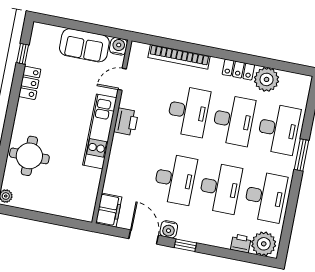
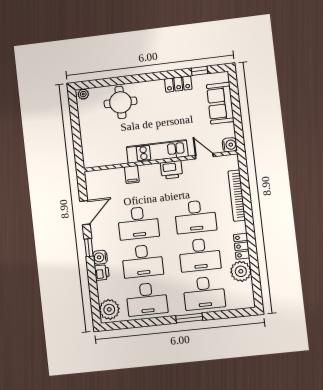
sofa: (84, 45) -> (220, 103), moved
filing cabinet: (109, 210) -> (132, 174), moved, width x0.50
water cooler: (169, 229) -> (100, 257), moved
printer: (241, 243) -> (102, 273), moved

